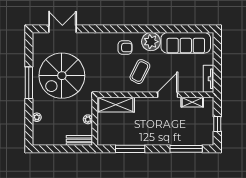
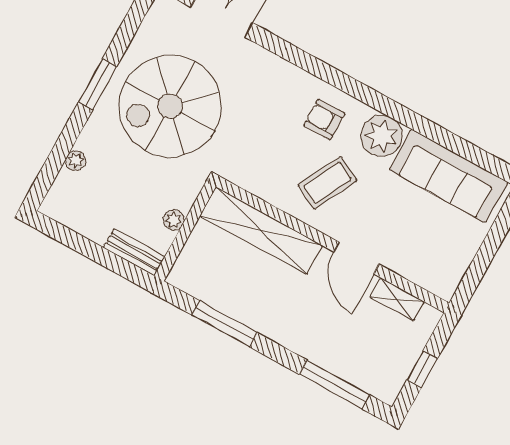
armchair: (125, 48) -> (324, 119), turned 180
tv unit: (208, 79) -> (454, 271), removed
window: (29, 83) -> (98, 84), width x0.69
door: (168, 95) -> (356, 258), swing flipped
shelving: (116, 105) -> (261, 231), width x1.47

